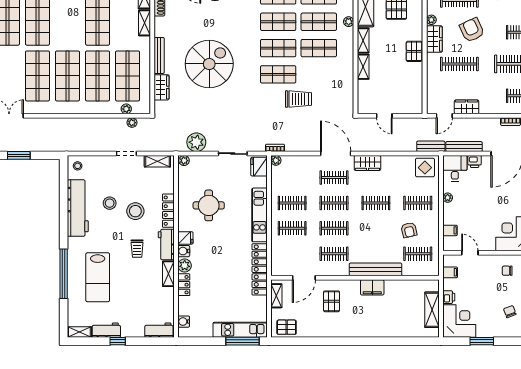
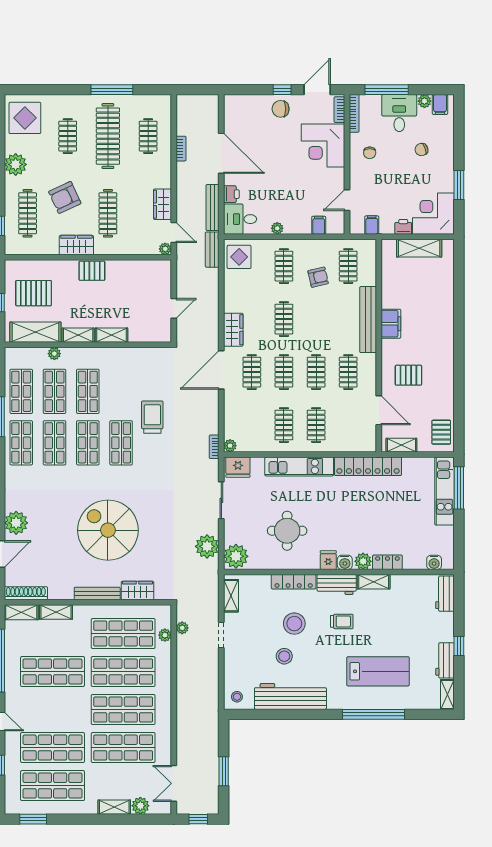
plant: (431, 20) -> (165, 249), moved
plant: (184, 161) -> (236, 556), width x1.88, depth x1.88

